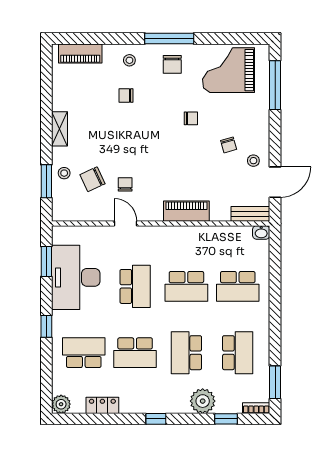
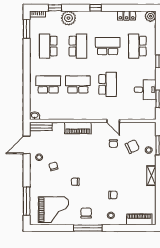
desk: (76, 277) -> (145, 90), width x0.53, depth x0.77
school desk: (135, 286) -> (108, 84), turned 180
school desk: (84, 353) -> (137, 46), turned 90

